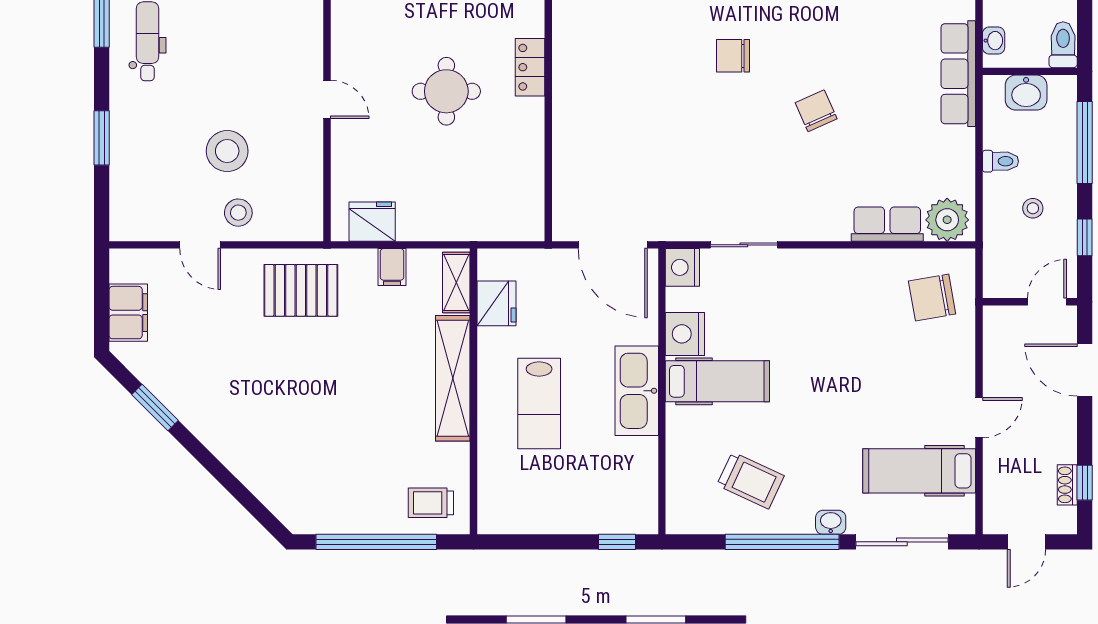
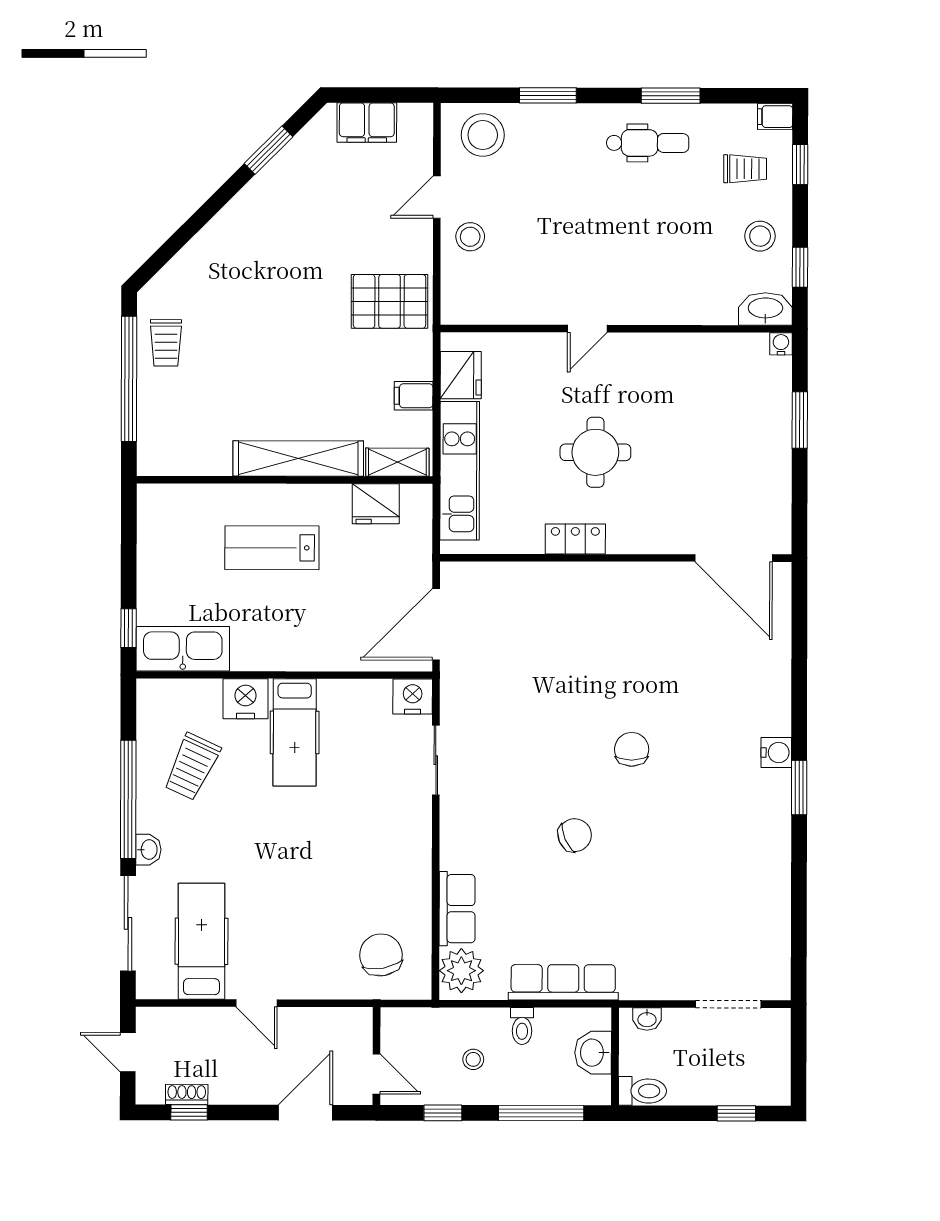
locker: (530, 67) -> (575, 539), moved
row of seats: (958, 74) -> (563, 982), moved
stool: (227, 151) -> (483, 135), moved
kitchen unit: (464, 222) -> (460, 471), added
pallet: (301, 290) -> (390, 301), turned 90
nightstand: (685, 334) -> (246, 699), moved
kitchen sink: (637, 391) -> (183, 649), moved
trolley: (431, 503) -> (166, 343), moved, turned 180

